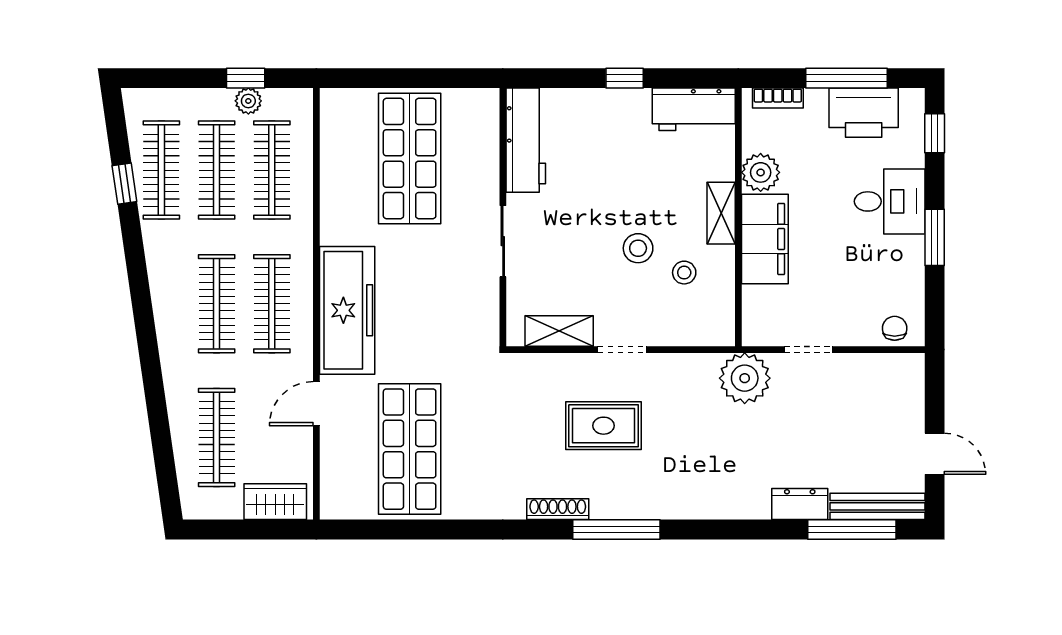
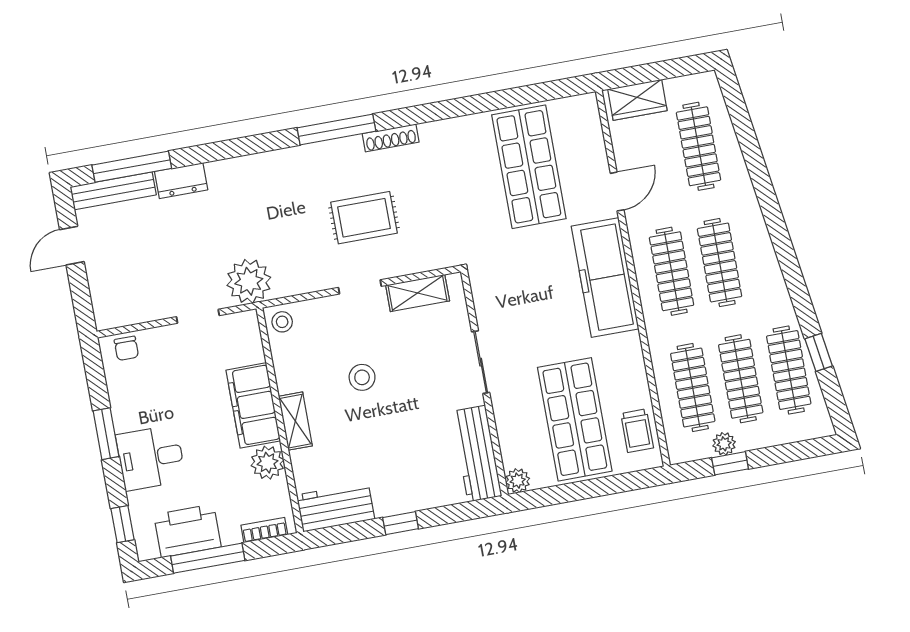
plant: (486, 102) -> (518, 481), added
trolley: (343, 133) -> (637, 431), added
stool: (684, 273) -> (282, 322), moved
door: (935, 454) -> (72, 246), hinge flipped

